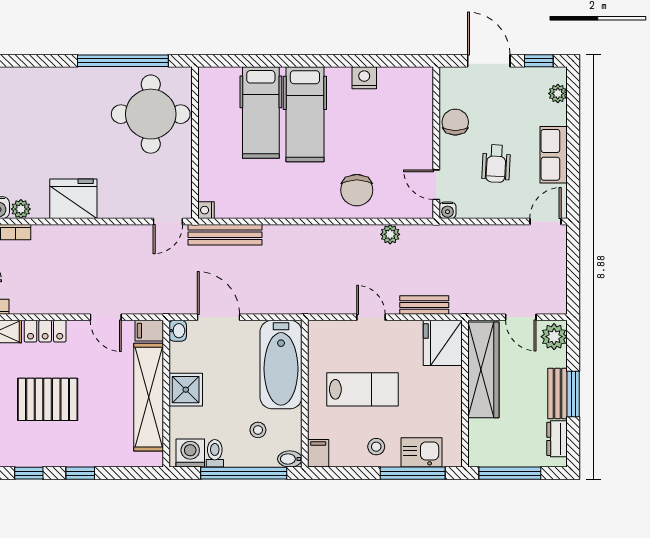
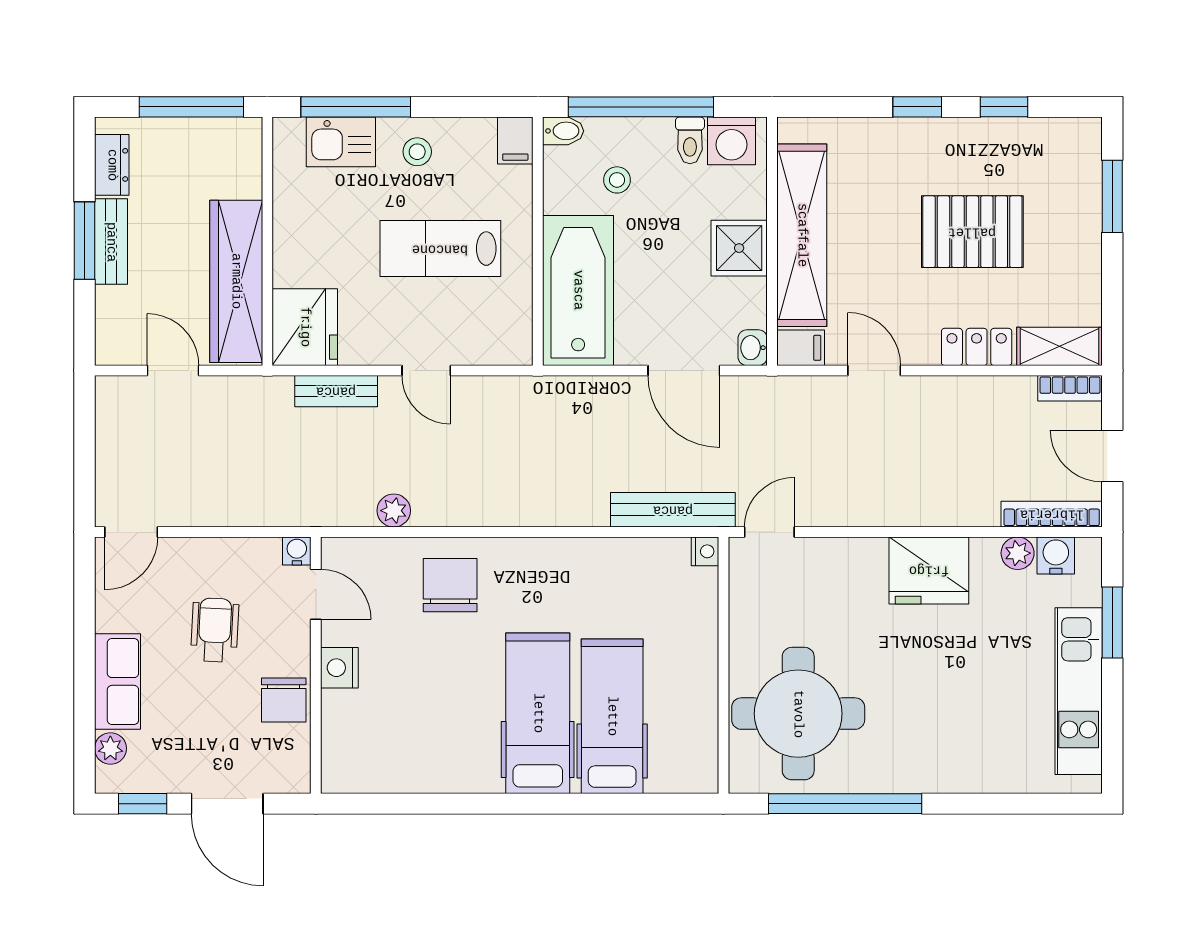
nightstand: (364, 78) -> (339, 668), moved, turned 90
row of seats: (554, 155) -> (117, 681), moved
plant: (554, 337) -> (117, 338), removed

